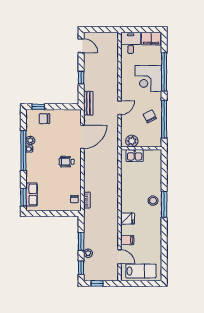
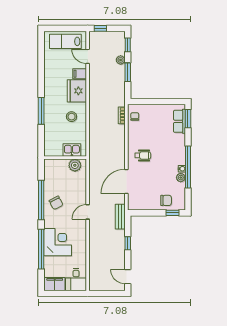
plant: (132, 141) -> (75, 165), moved
wall: (141, 148) -> (65, 158), moved
kitchen sink: (135, 156) -> (72, 150), moved
stool: (153, 201) -> (72, 117), moved
fridge: (128, 219) -> (77, 91), width x1.88, depth x1.34
window: (97, 283) -> (100, 28), moved

